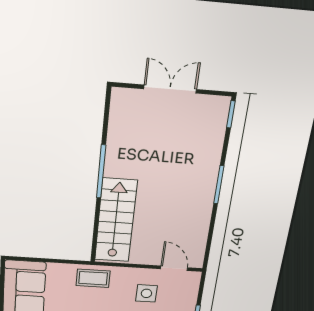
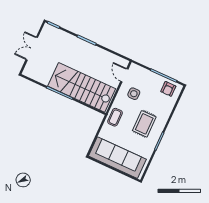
stairs: (116, 221) -> (82, 87), width x1.36, depth x1.51
door: (174, 268) -> (124, 75), hinge flipped

